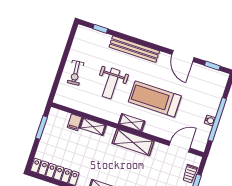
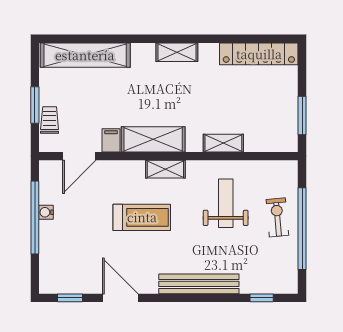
window: (63, 61) -> (302, 229), added
weight bench: (111, 83) -> (226, 203), moved
treadmill: (155, 99) -> (142, 217), width x0.73, depth x0.73
filing cabinet: (74, 122) -> (111, 140), moved

